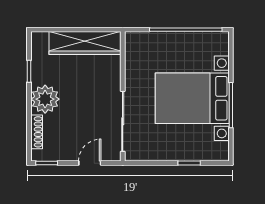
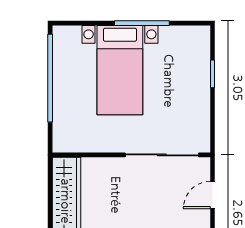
bed with nightstands: (192, 98) -> (120, 70), width x0.73
door: (90, 163) -> (212, 195), hinge flipped

